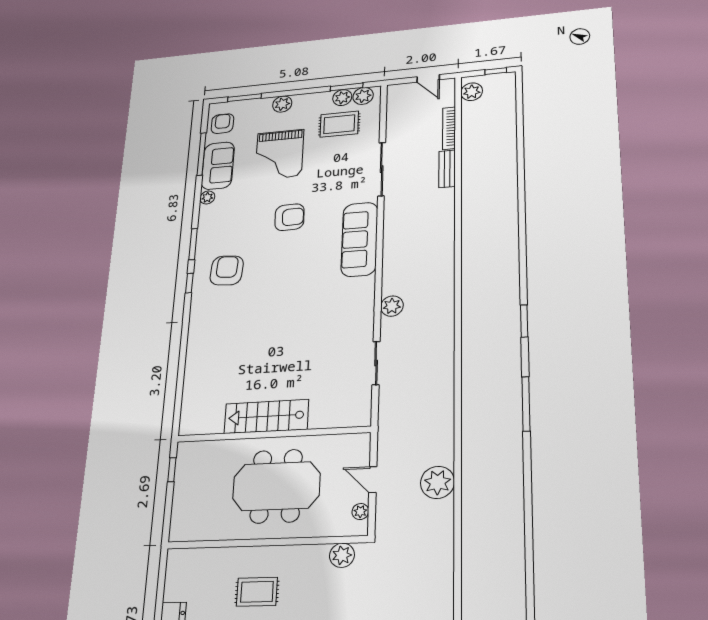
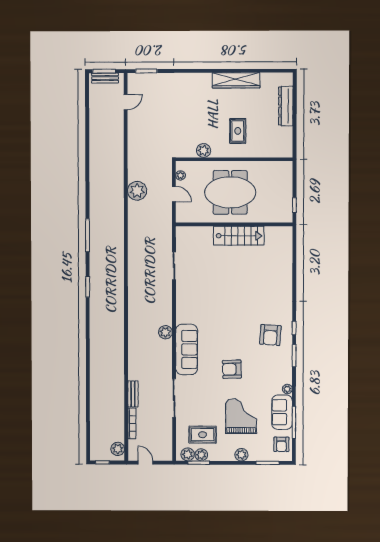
plant: (392, 306) -> (165, 332), moved
plant: (342, 555) -> (204, 150), moved
rug: (257, 592) -> (238, 131), turned 90

